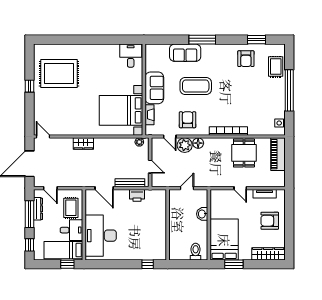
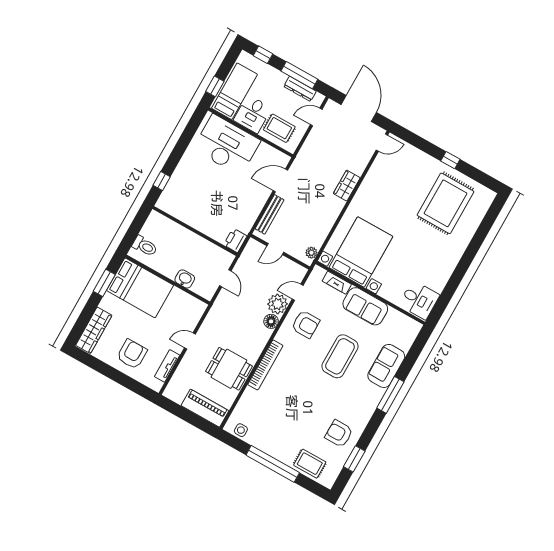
printer: (137, 195) -> (235, 240), moved

